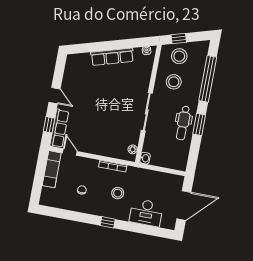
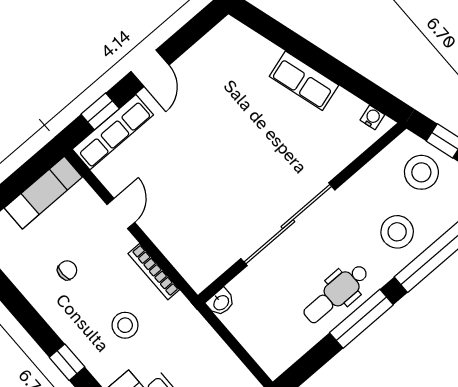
row of seats: (112, 57) -> (304, 81), width x0.68
stool: (174, 82) -> (397, 232), moved
sliding door: (147, 112) -> (288, 224), width x1.36
window: (199, 125) -> (361, 319), width x1.44
plant: (133, 149) -> (212, 270), removed
door: (70, 152) -> (121, 214), moved

